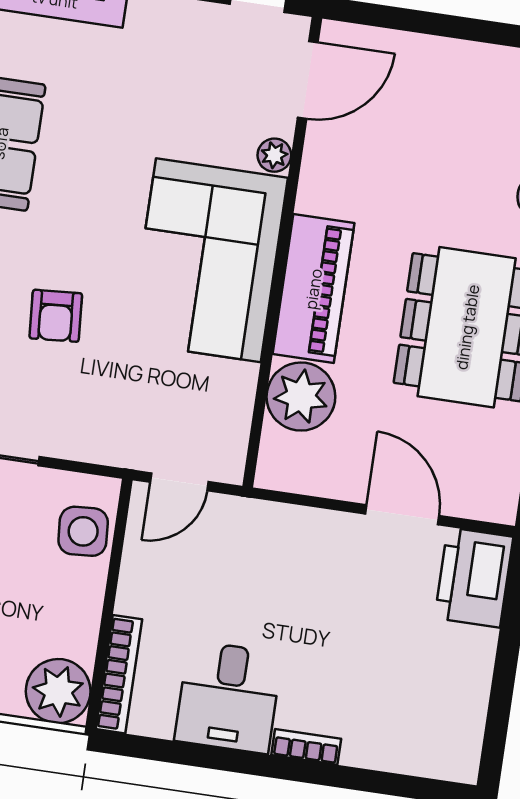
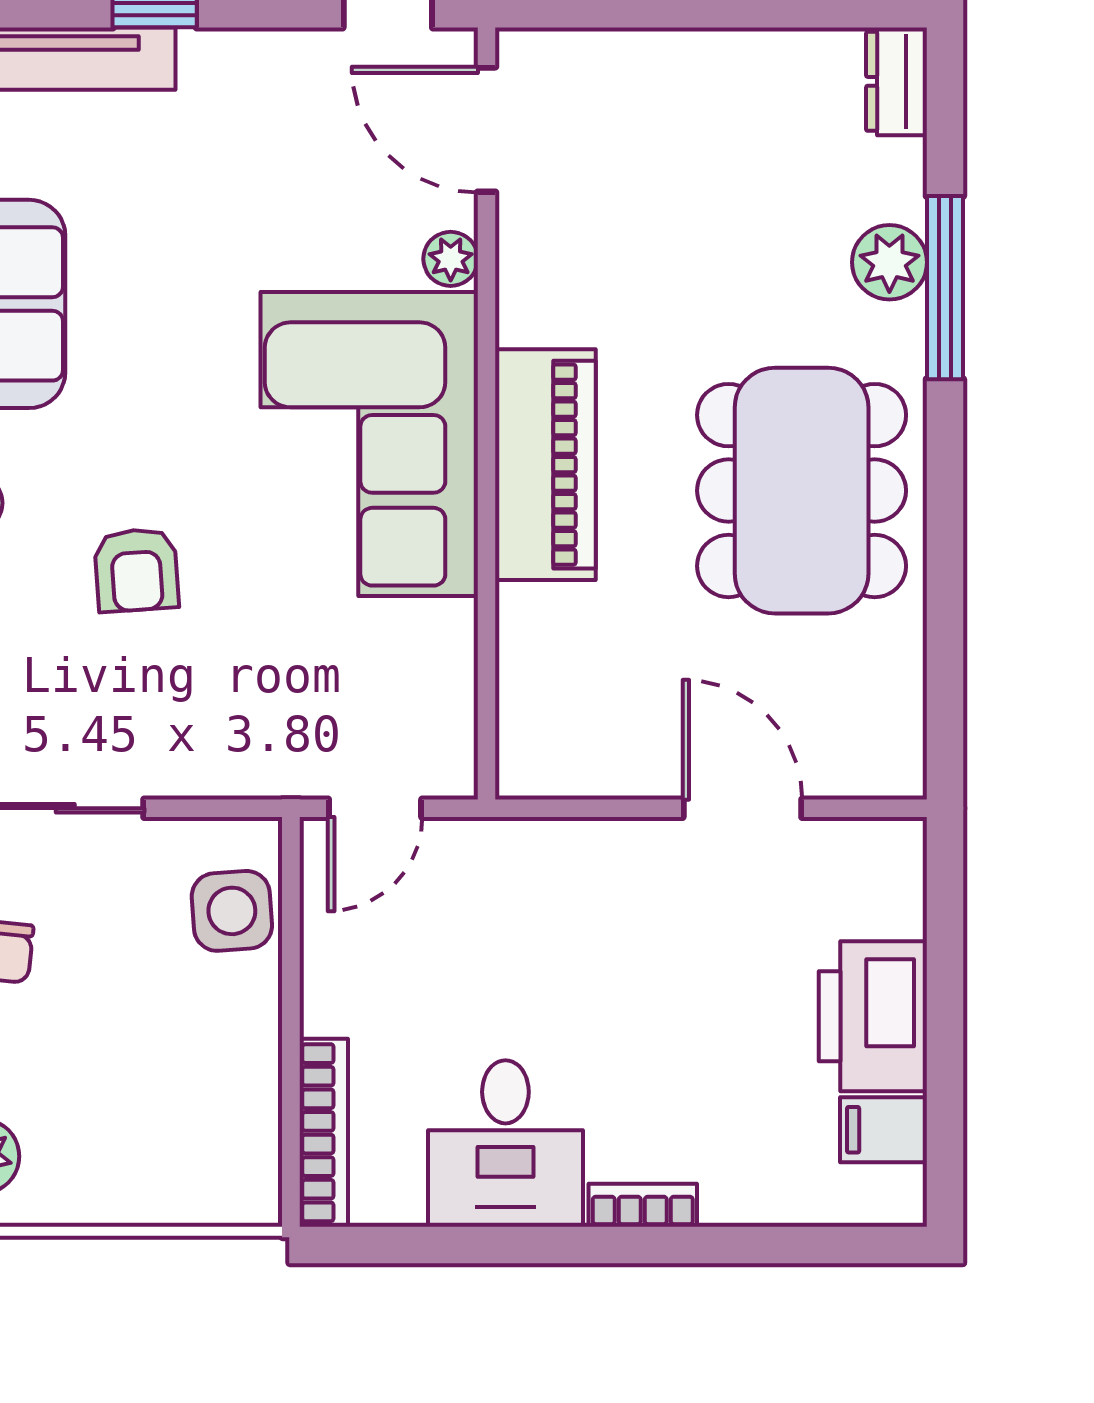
door: (308, 80) -> (486, 130), swing flipped
plant: (301, 397) -> (551, 642), removed
printer: (474, 577) -> (873, 1016), moved
plant: (58, 691) -> (230, 1174), removed
filing cabinet: (459, 723) -> (883, 1130), added

